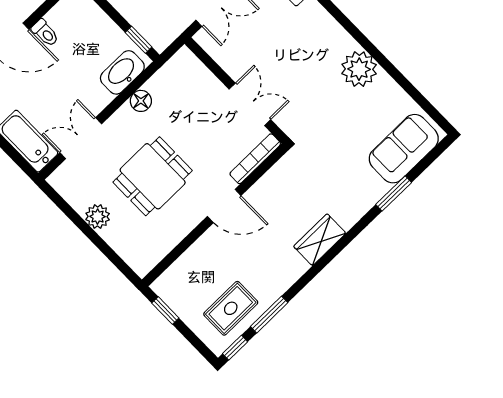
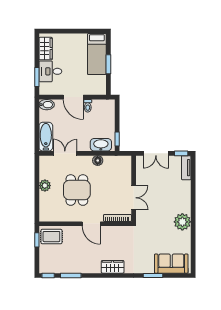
dining table: (153, 176) -> (77, 190), turned 90
rug: (231, 308) -> (51, 237), moved

